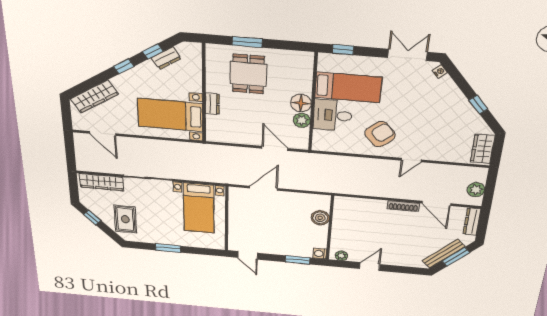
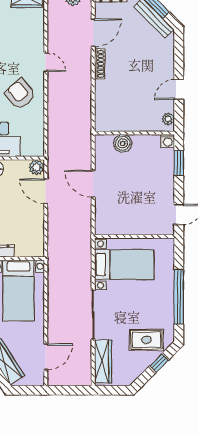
plant: (302, 120) -> (37, 167), moved
door: (275, 148) -> (46, 191), hinge flipped
door: (263, 188) -> (93, 184), moved
window: (92, 217) -> (159, 363), moved
window: (168, 248) -> (179, 297), width x2.11
door: (370, 267) -> (179, 89), hinge flipped

